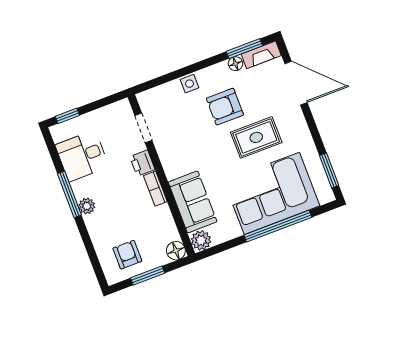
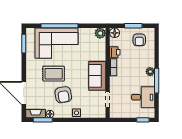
armchair: (225, 107) -> (63, 95), turned 80
printer: (142, 163) -> (115, 52), moved
sofa: (193, 202) -> (97, 76), moved

